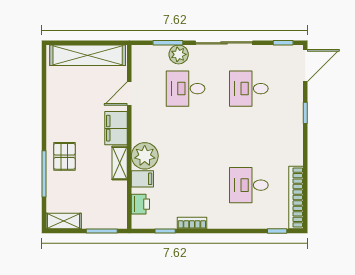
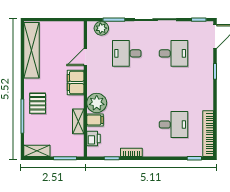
plant: (179, 54) -> (101, 28), moved
shelving: (88, 55) -> (32, 50), moved, turned 90
desk: (249, 89) -> (173, 53), turned 180
shelving: (120, 163) -> (78, 121), moved
desk: (249, 185) -> (173, 125), turned 180

